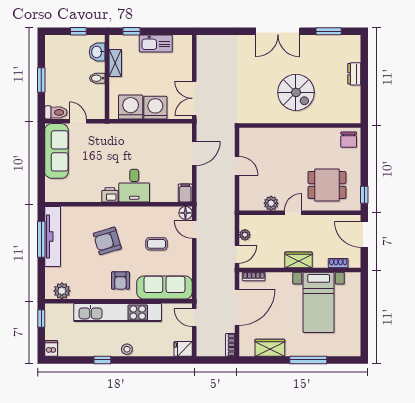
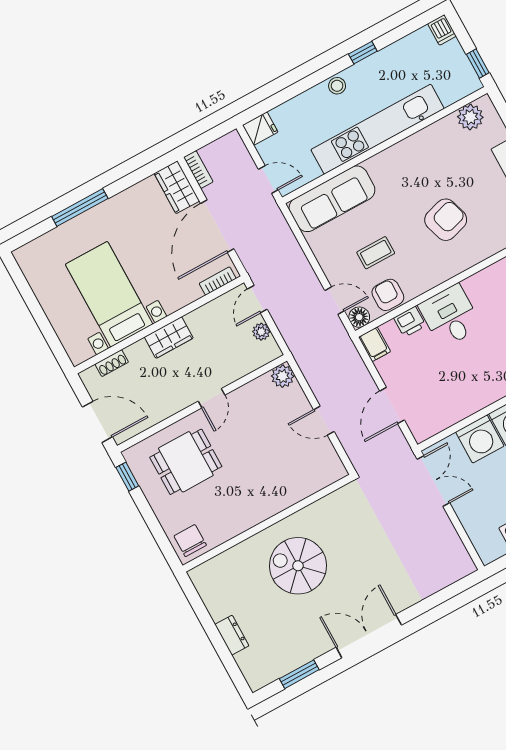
printer: (110, 195) -> (410, 322), moved
plant: (271, 203) -> (283, 376), moved
armchair: (120, 281) -> (388, 295), moved
wardrobe: (270, 348) -> (177, 187), moved, turned 90

